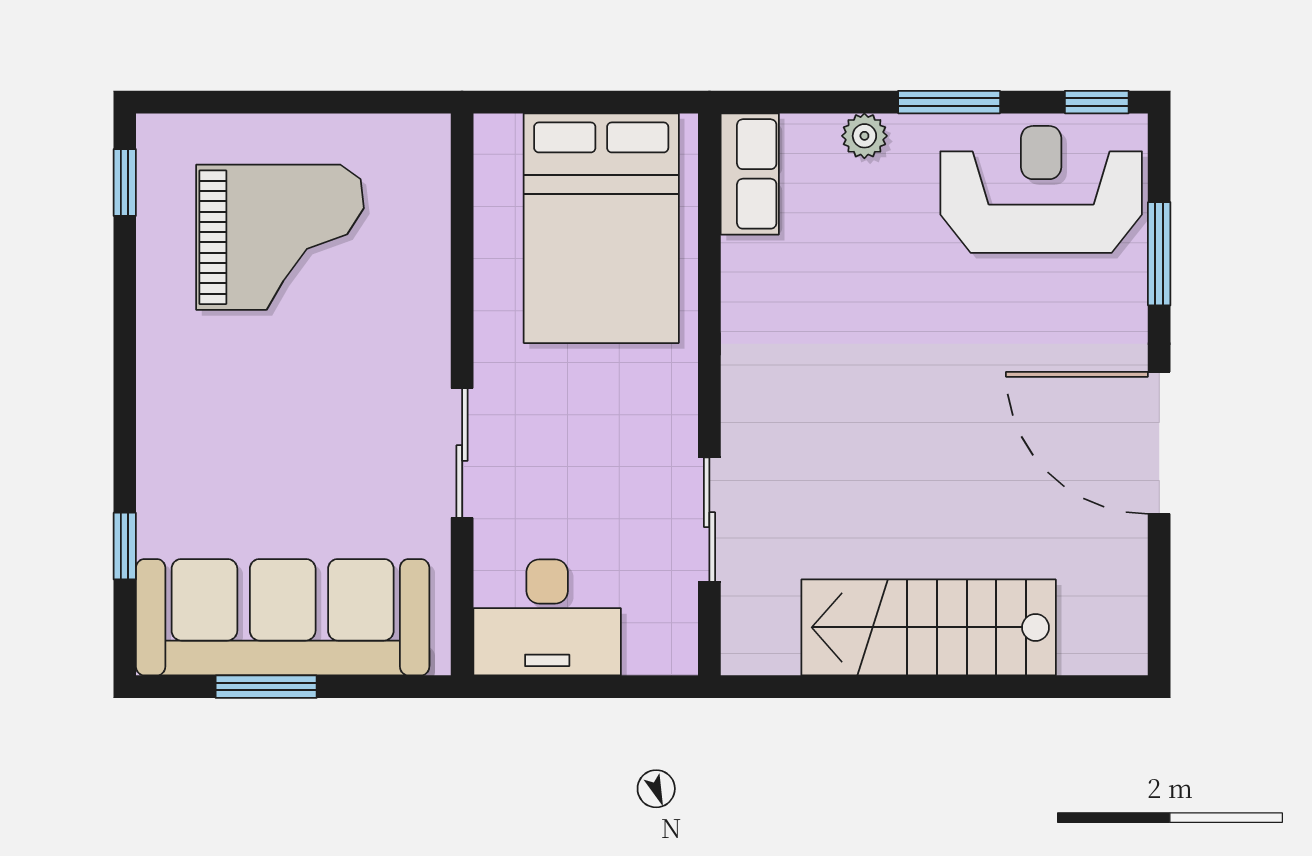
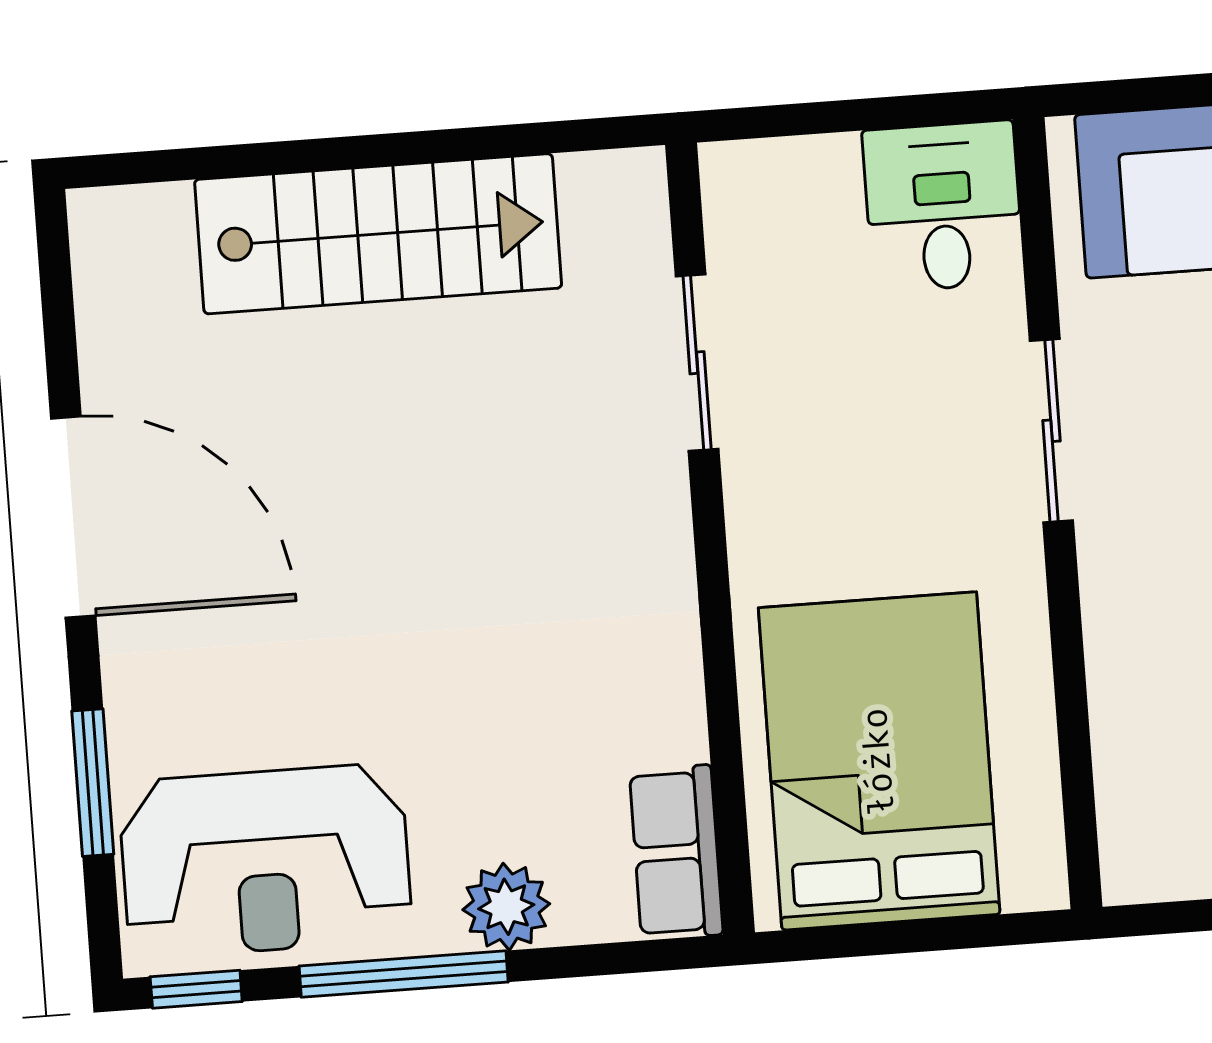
window: (949, 102) -> (404, 974), width x1.44
plant: (864, 136) -> (506, 907), width x1.38, depth x1.38
desk: (547, 617) -> (943, 206), width x0.73

